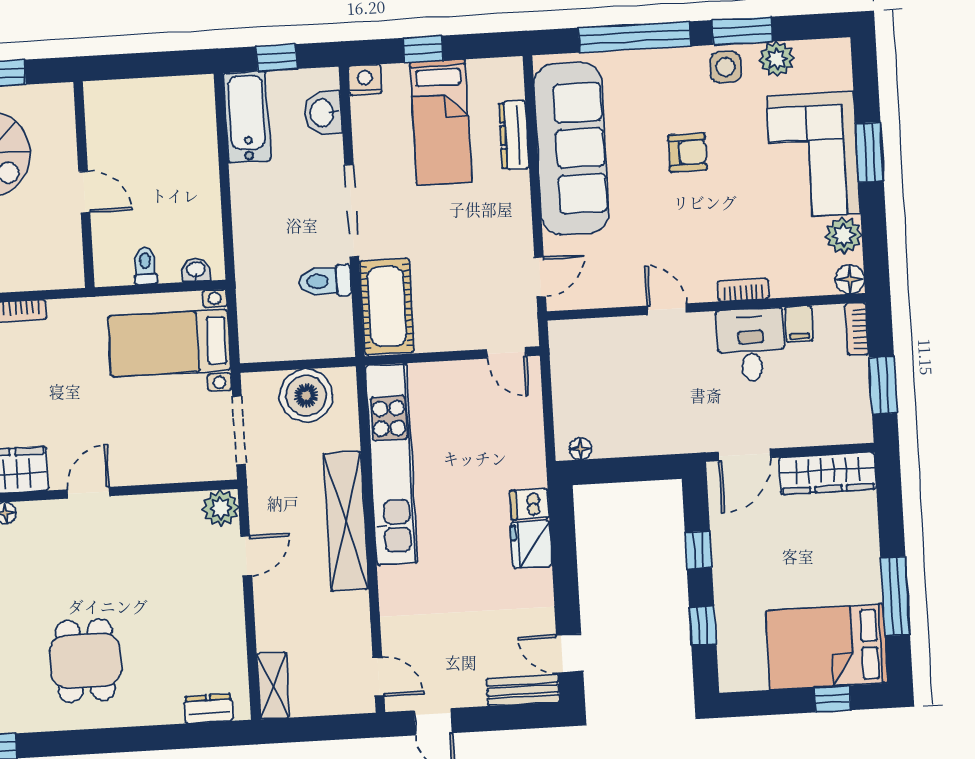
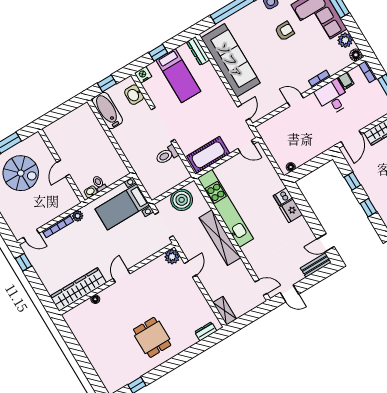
dresser: (514, 135) -> (198, 51), moved
armchair: (687, 153) -> (285, 31), moved
door: (84, 192) -> (63, 168), swing flipped
washbasin: (196, 270) -> (91, 192), moved
cot: (387, 306) -> (208, 155), moved, turned 90
plant: (62, 312) -> (78, 216), added

